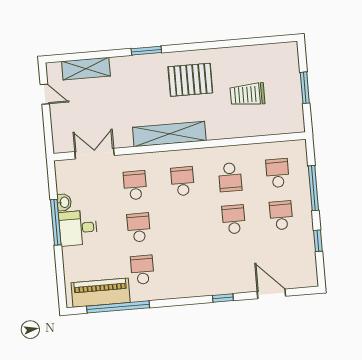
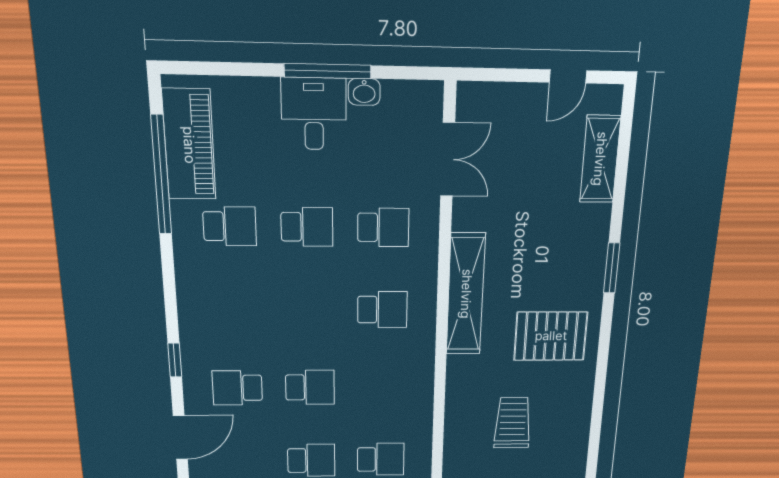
pallet: (190, 80) -> (551, 336), turned 90
school desk: (230, 177) -> (237, 388), moved

